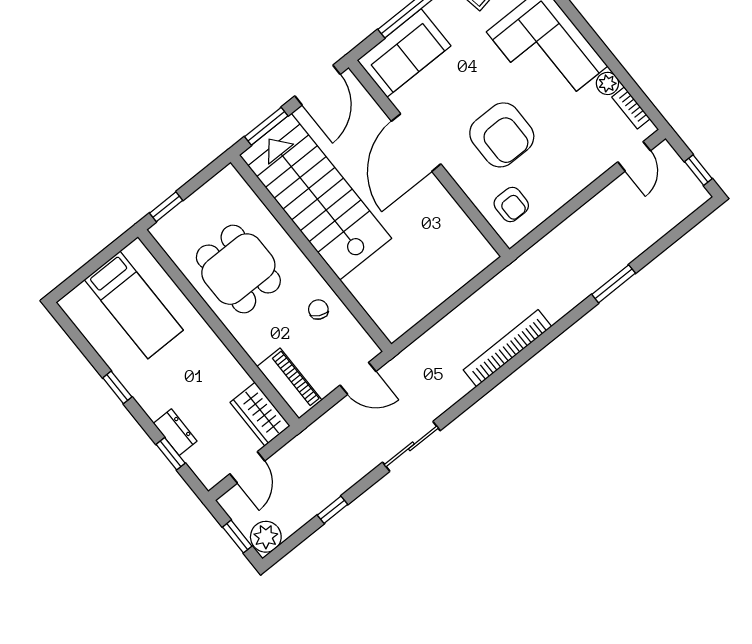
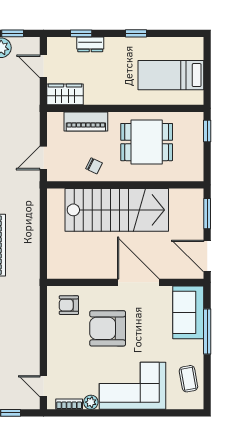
stairs: (315, 197) -> (117, 210), moved
piano: (289, 383) -> (86, 121), moved

